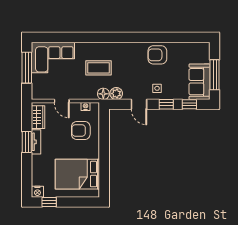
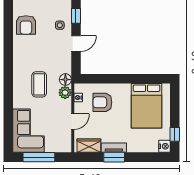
plant: (116, 94) -> (65, 93), moved
armchair: (81, 130) -> (102, 102), turned 90

